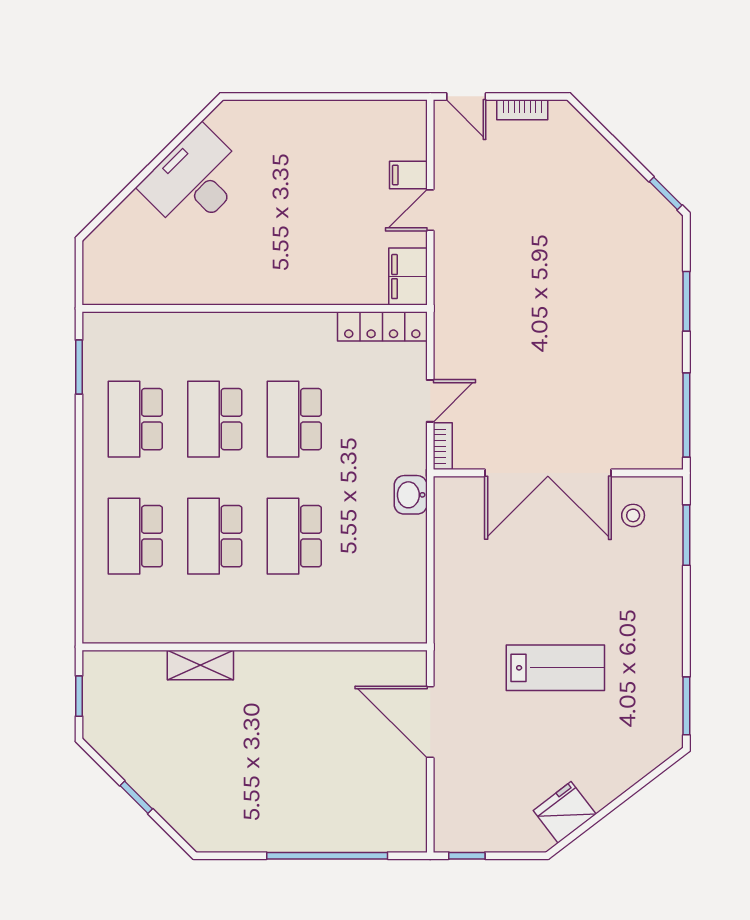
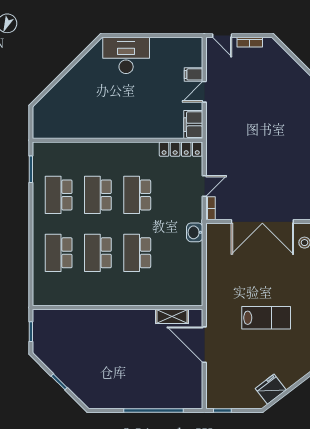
desk: (195, 180) -> (126, 55), moved, turned 45
shelving: (200, 665) -> (172, 316), moved

